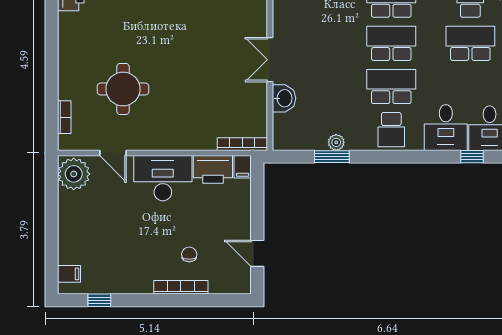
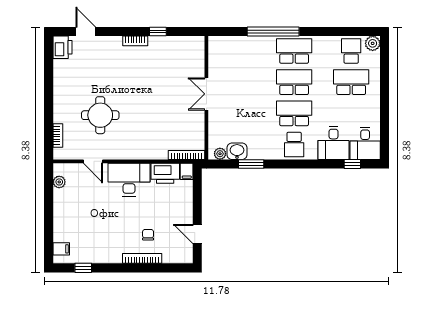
washbasin: (284, 98) -> (237, 151), moved, turned -90
plant: (336, 142) -> (220, 154), moved
plant: (74, 174) -> (59, 182), width x0.53, depth x0.53

